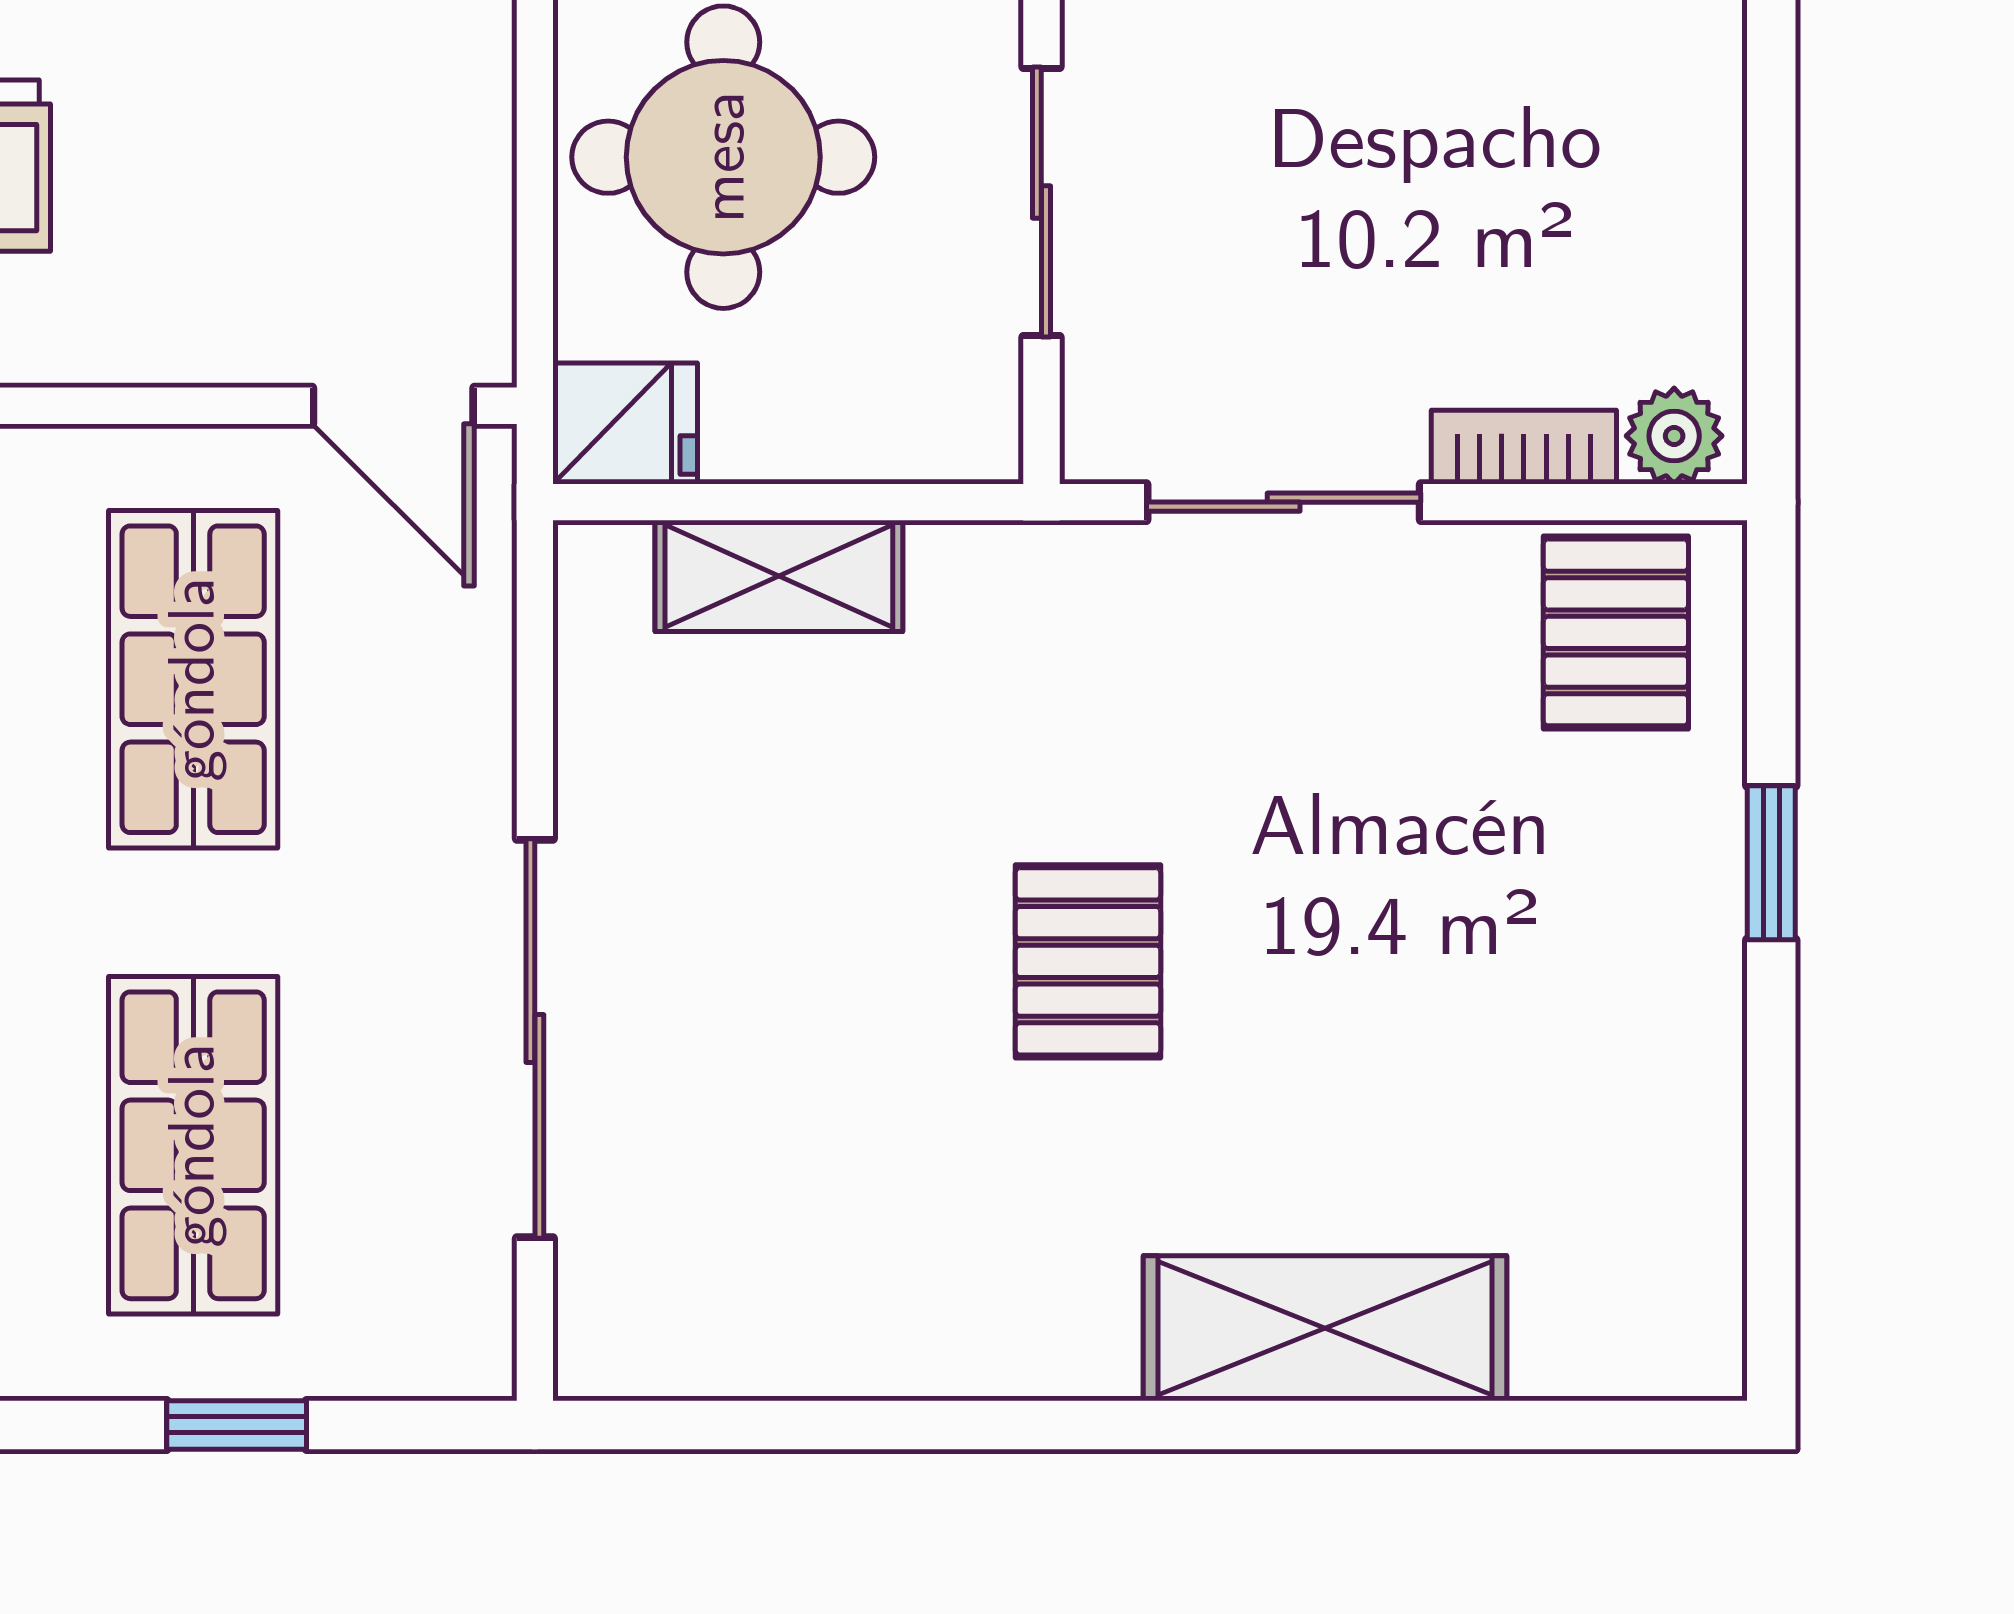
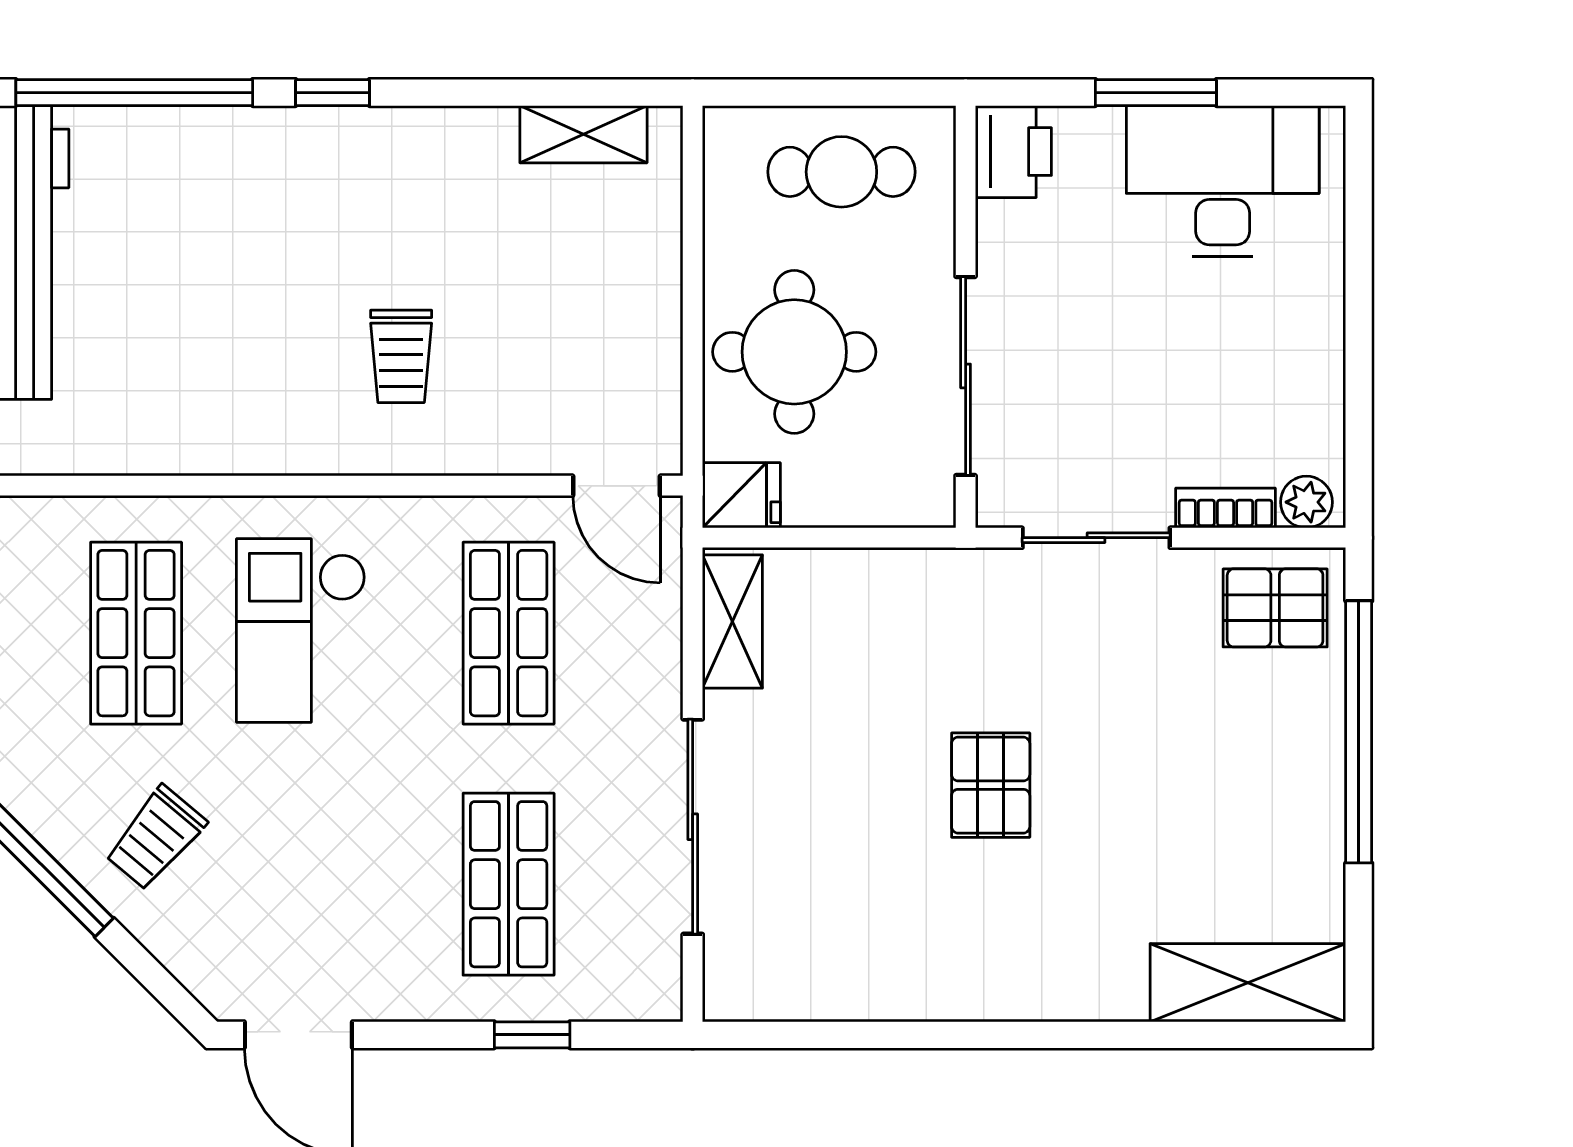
sliding door: (1041, 202) -> (966, 376), width x1.37
shelving: (779, 576) -> (732, 622), moved, turned 90
pallet: (1616, 632) -> (1275, 608), turned 90
window: (1771, 863) -> (1359, 732), width x3.17
shelving: (1325, 1328) -> (1248, 983), moved

